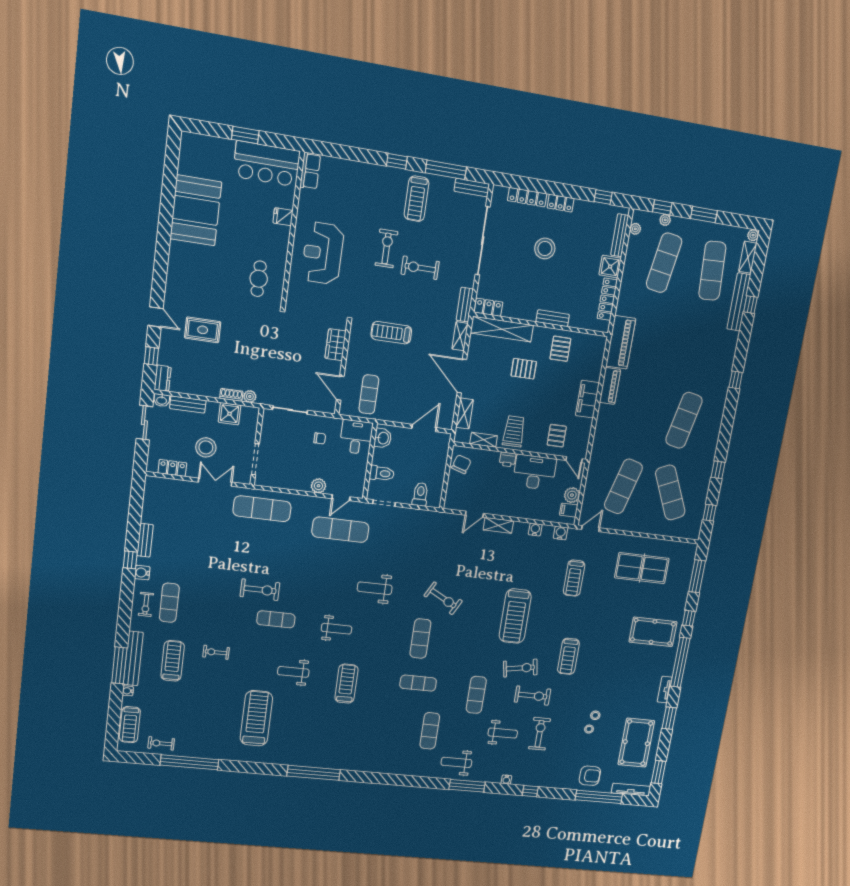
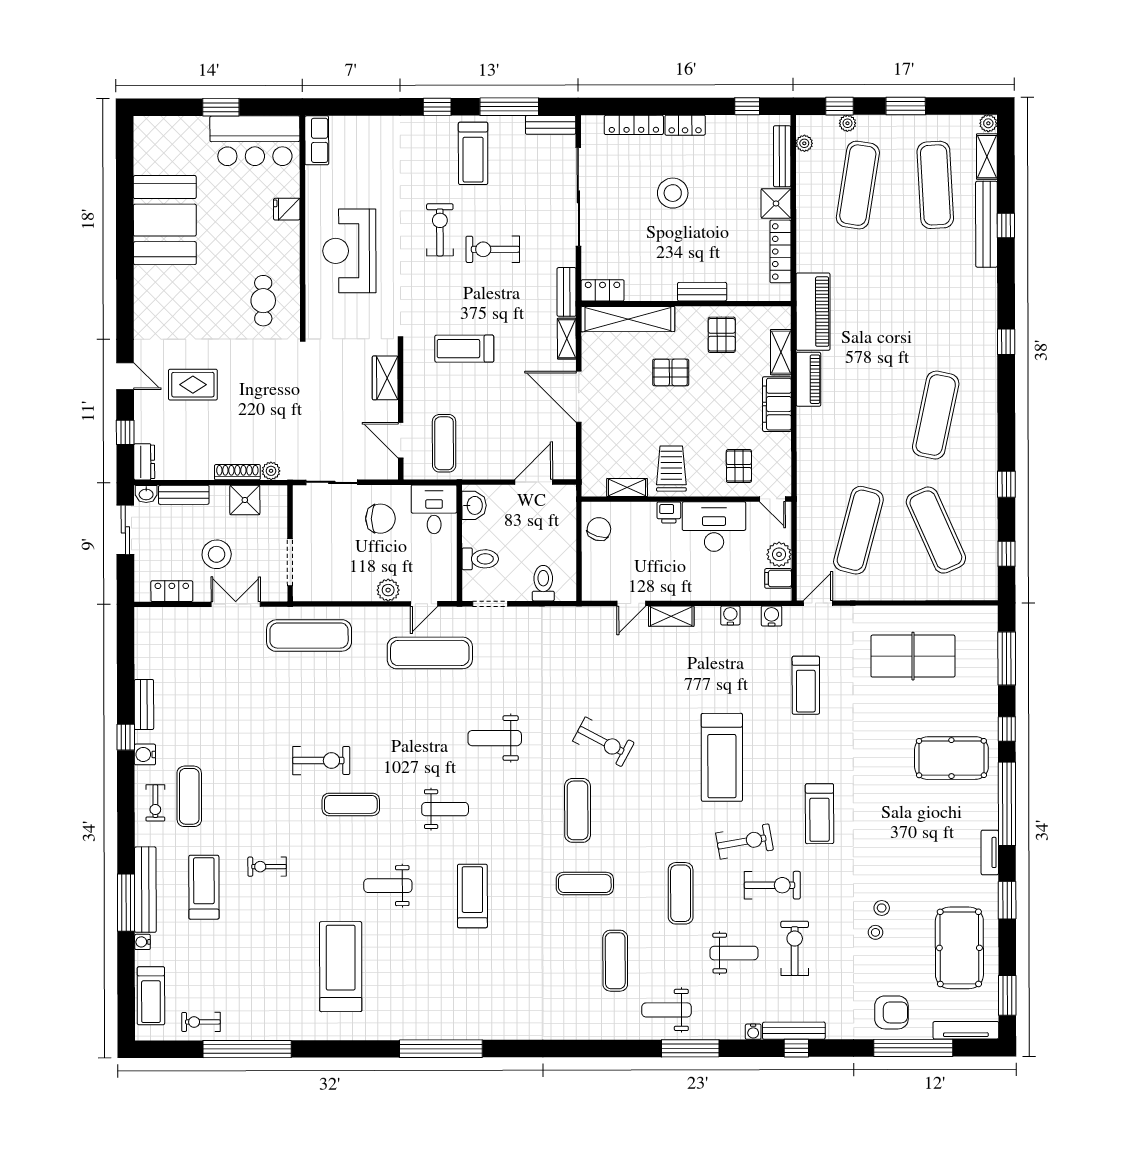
shoe rack: (231, 395) -> (237, 472), width x1.43
shelving: (465, 413) -> (781, 352), moved
chair: (320, 438) -> (380, 519), width x1.87, depth x1.87
bench: (531, 781) -> (794, 1031), added

